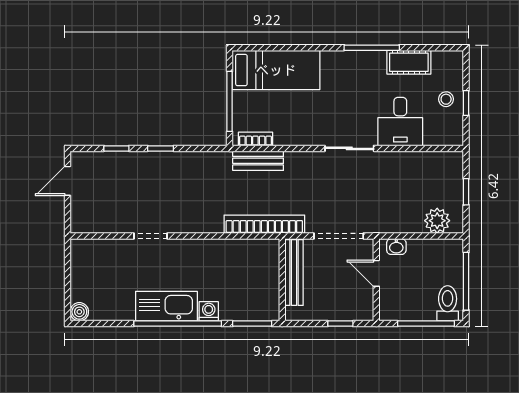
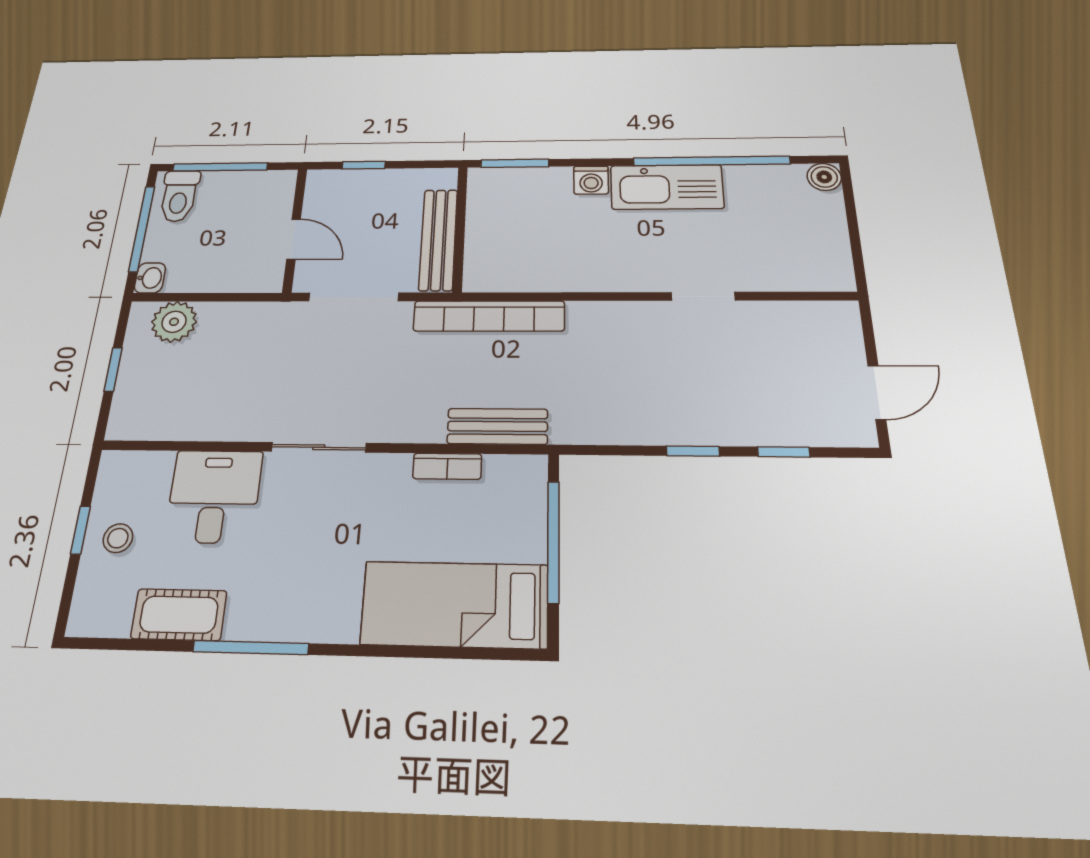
bookcase: (255, 139) -> (447, 466), moved
washbasin: (396, 247) -> (150, 278), moved, turned 90
window: (178, 324) -> (711, 161), moved

